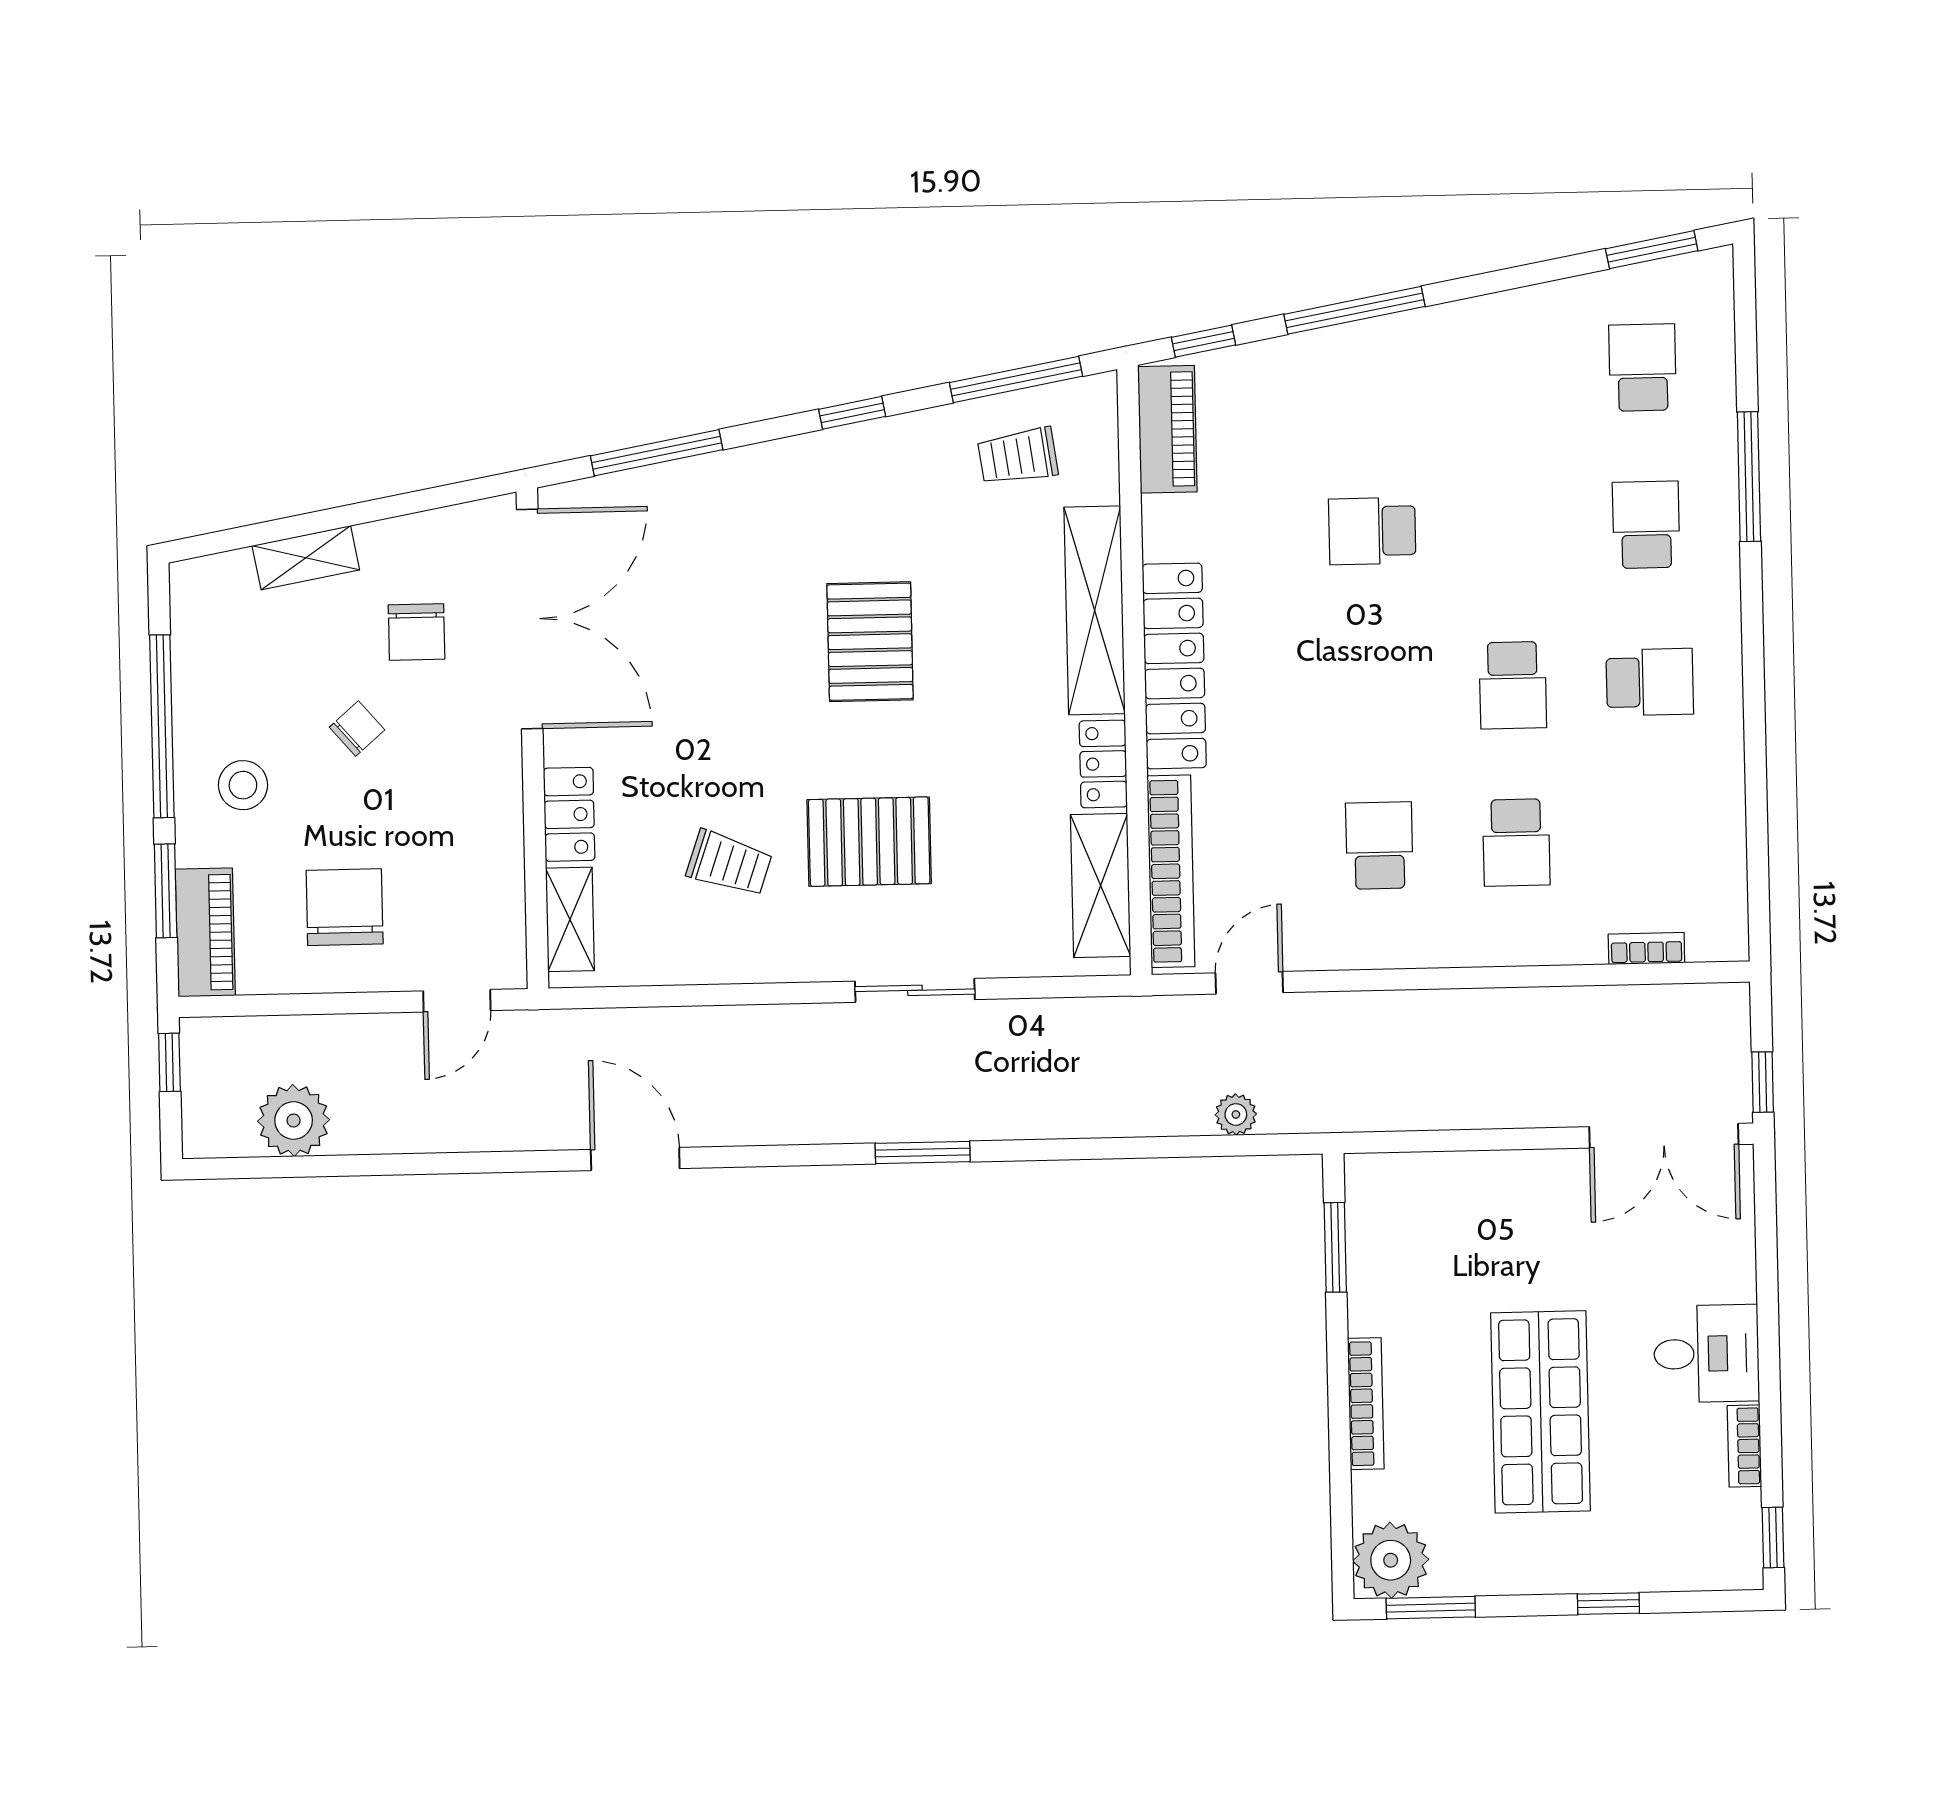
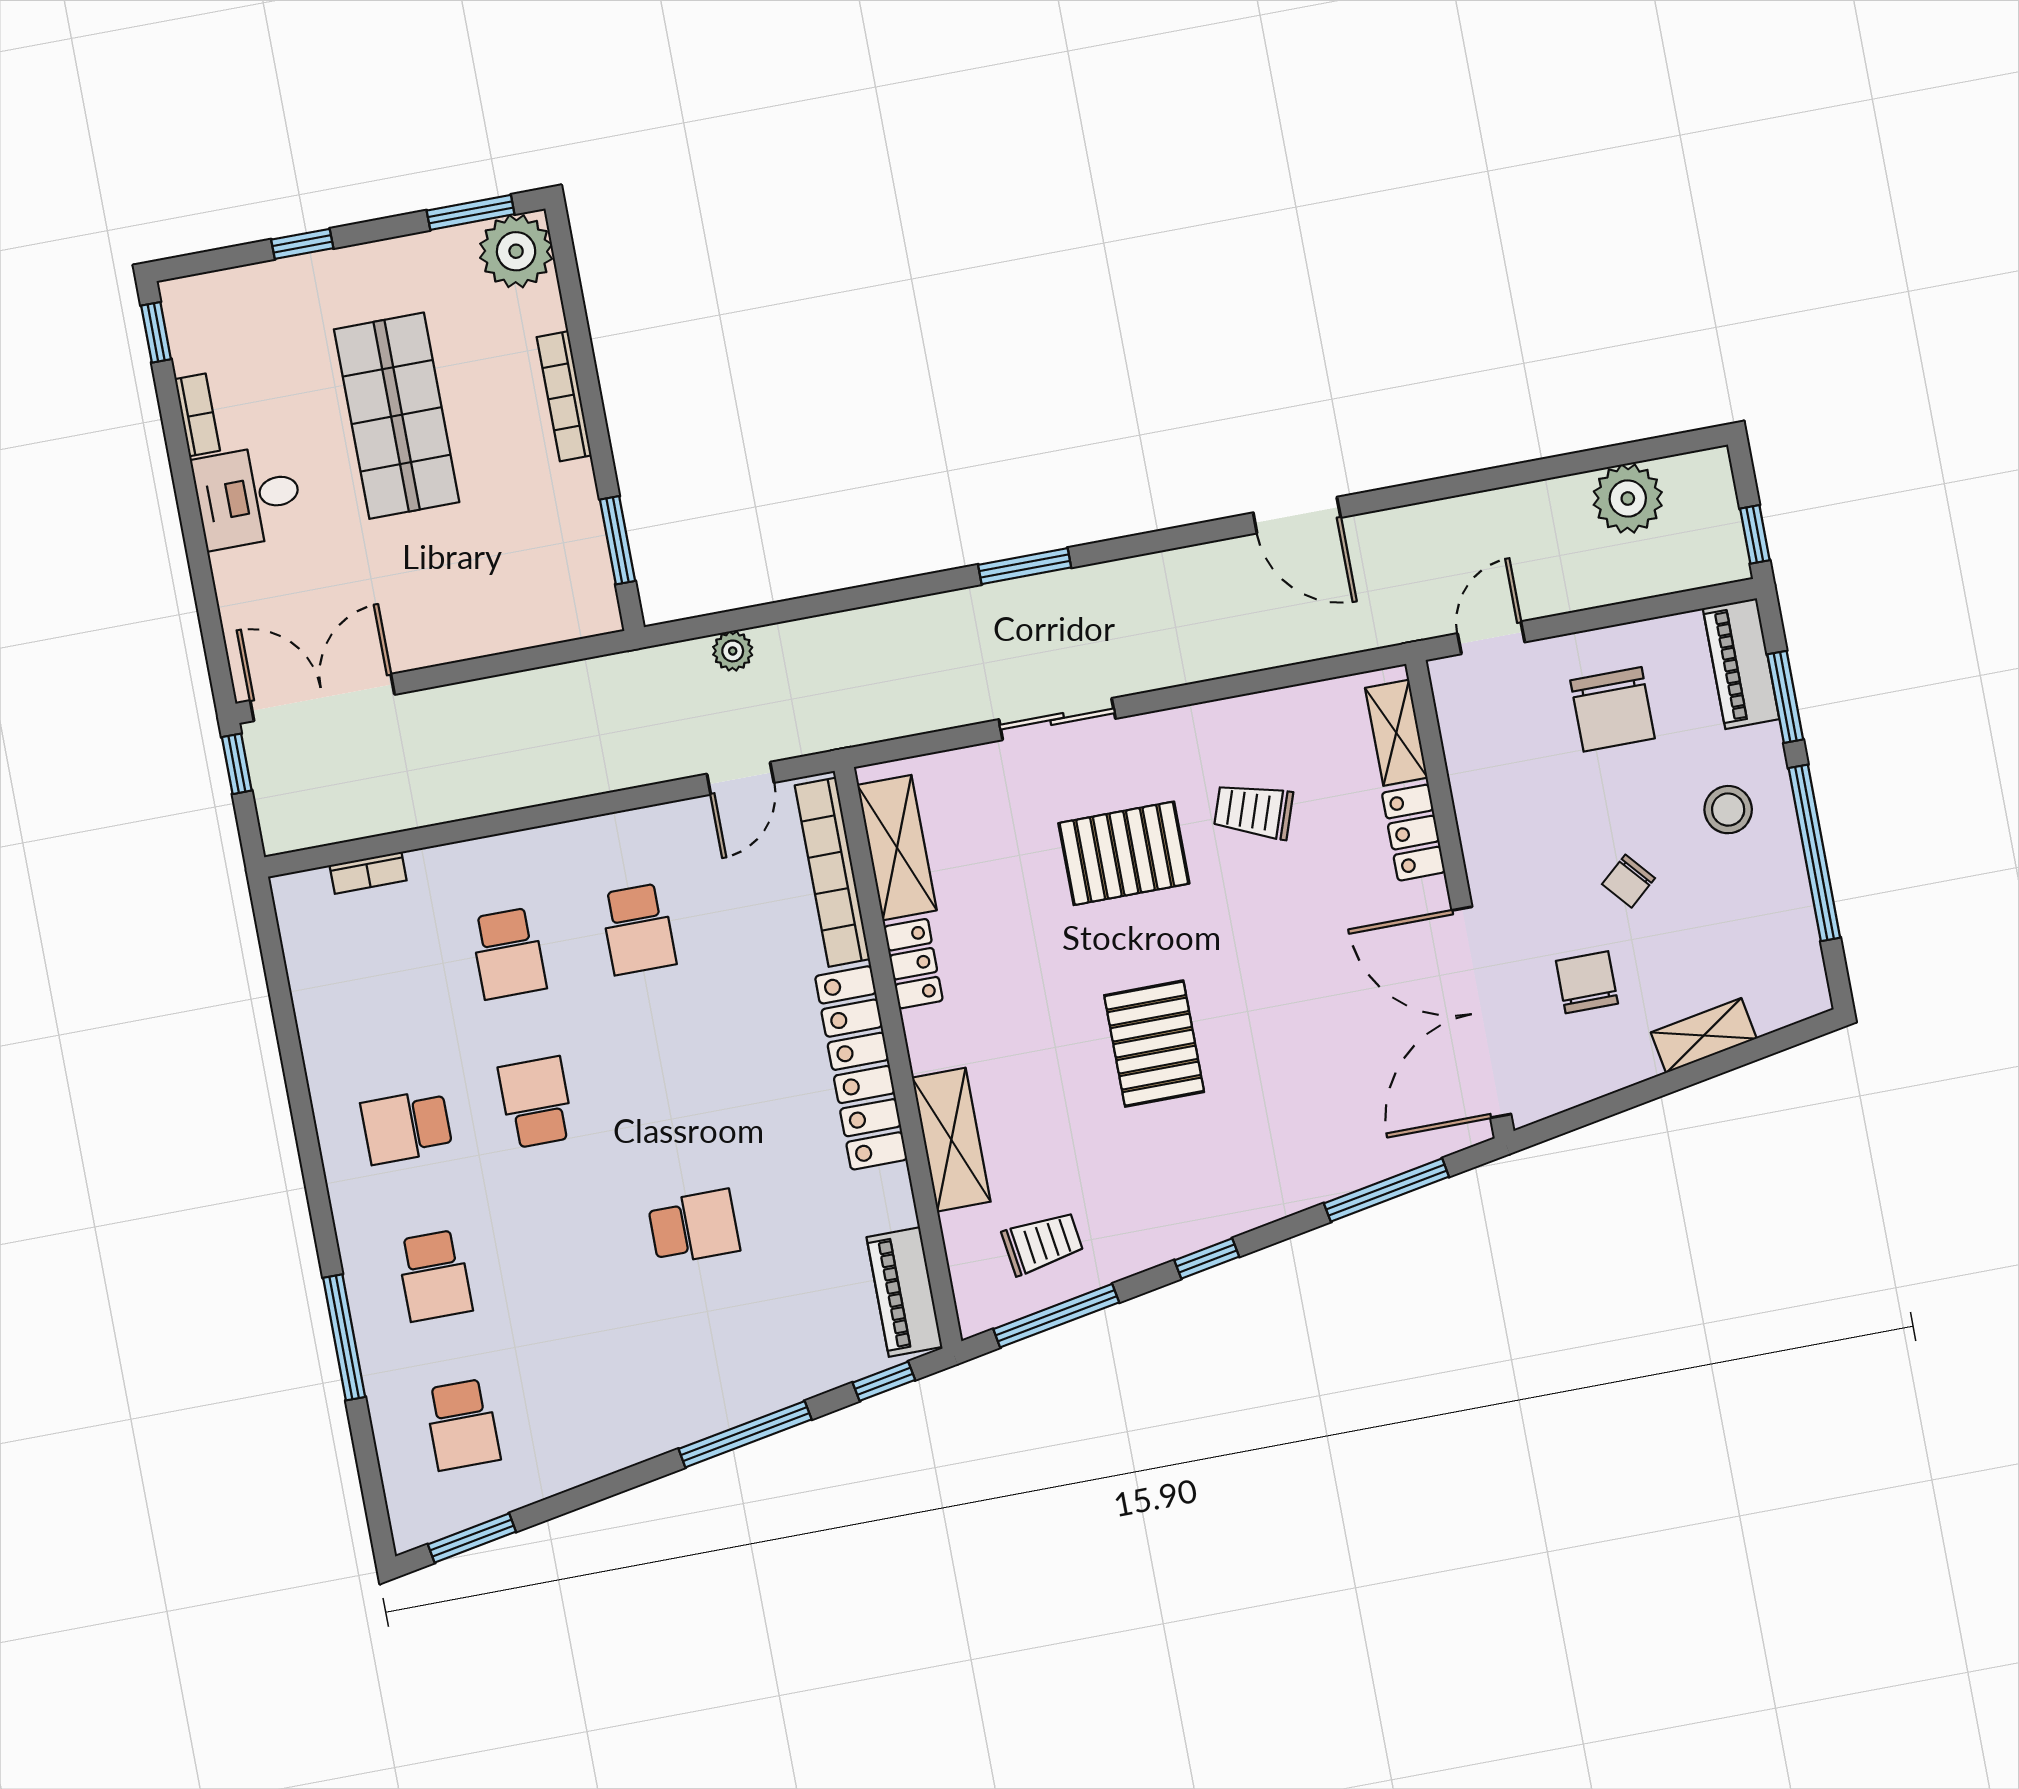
shelving: (1095, 610) -> (951, 1140), width x0.68
school desk: (1516, 842) -> (508, 953), turned 180

